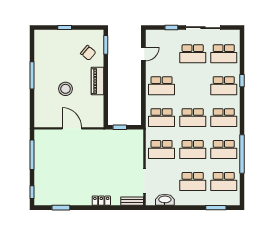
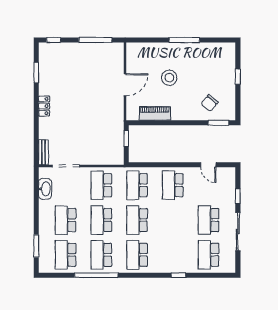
piano: (97, 81) -> (155, 113), moved
school desk: (224, 86) -> (173, 255), removed
locker: (101, 201) -> (44, 106), moved

